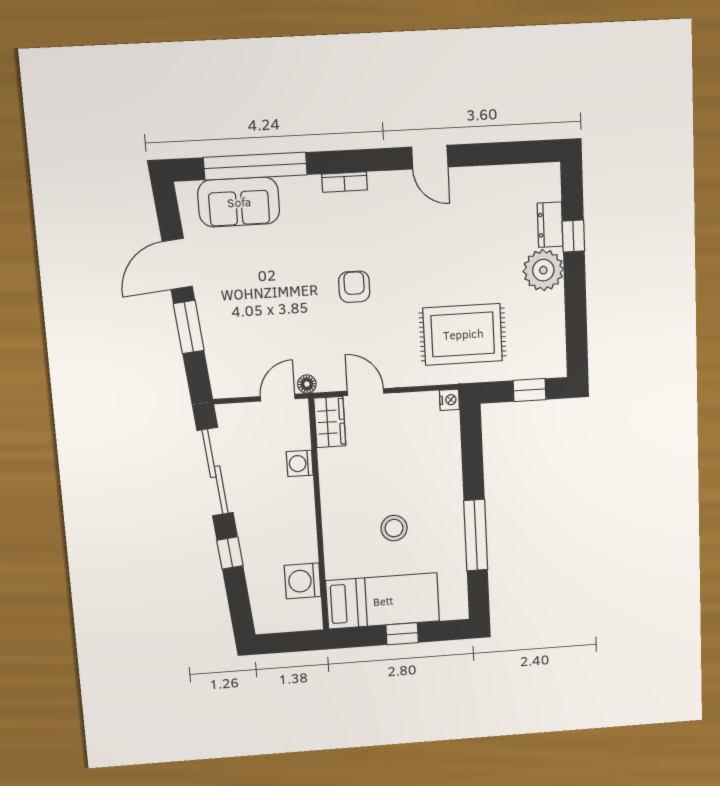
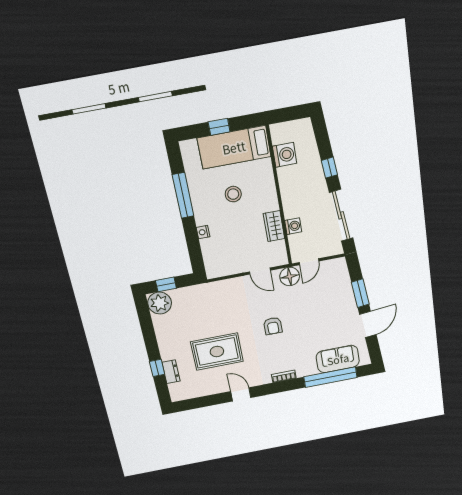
plant: (543, 270) -> (160, 303), moved
rug: (463, 334) -> (217, 352), moved
floor lamp: (307, 384) -> (290, 276), width x1.89, depth x1.89
nightstand: (449, 400) -> (203, 232), moved
wardrobe: (330, 422) -> (274, 226), moved

